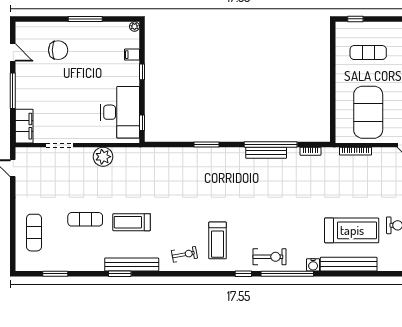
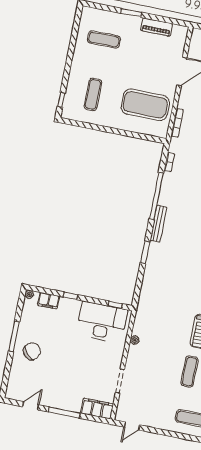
chair: (58, 50) -> (32, 351), moved, turned 46
filing cabinet: (132, 55) -> (49, 301), width x2.00
bench: (266, 153) -> (158, 224), moved
plant: (103, 157) -> (135, 340), width x0.53, depth x0.53

